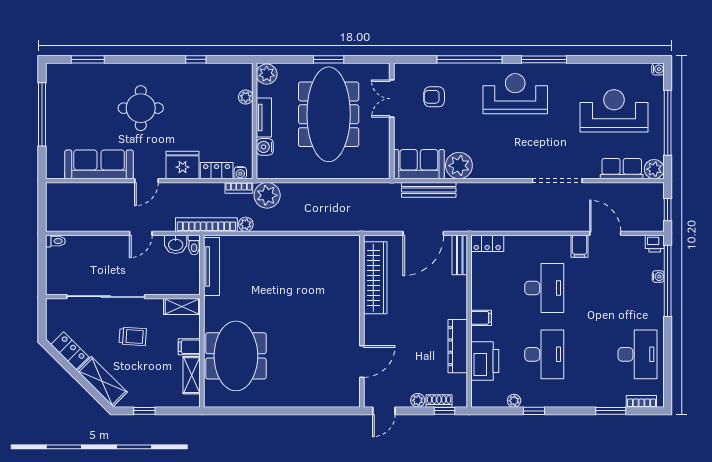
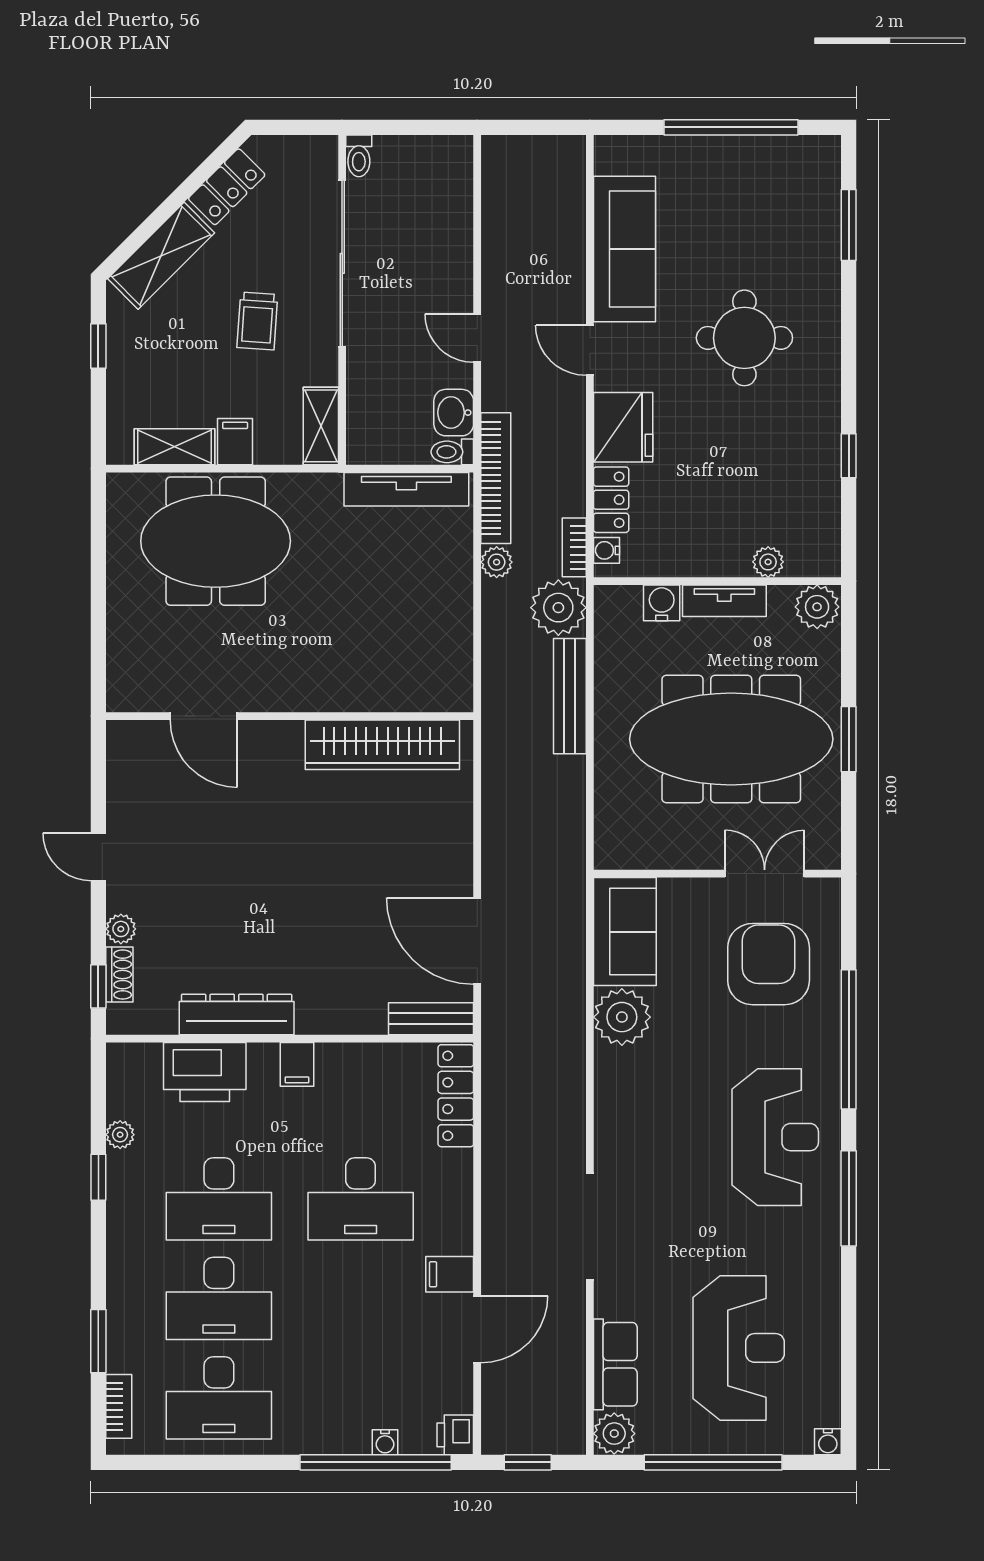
armchair: (434, 97) -> (769, 964), width x1.88, depth x1.88
bench: (429, 190) -> (570, 696), moved
toilet: (55, 241) -> (359, 156), moved
locker: (487, 243) -> (456, 1096), width x1.53
wardrobe: (375, 278) -> (382, 745), moved
wall: (362, 321) -> (290, 716), moved
desk: (591, 354) -> (219, 1298), added
door: (362, 361) -> (204, 716), moved

